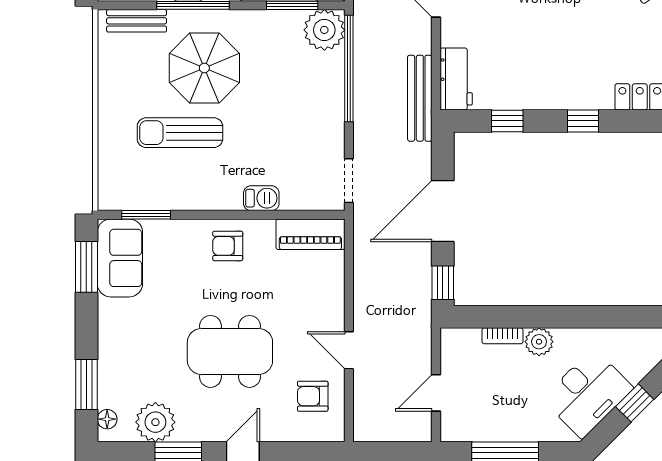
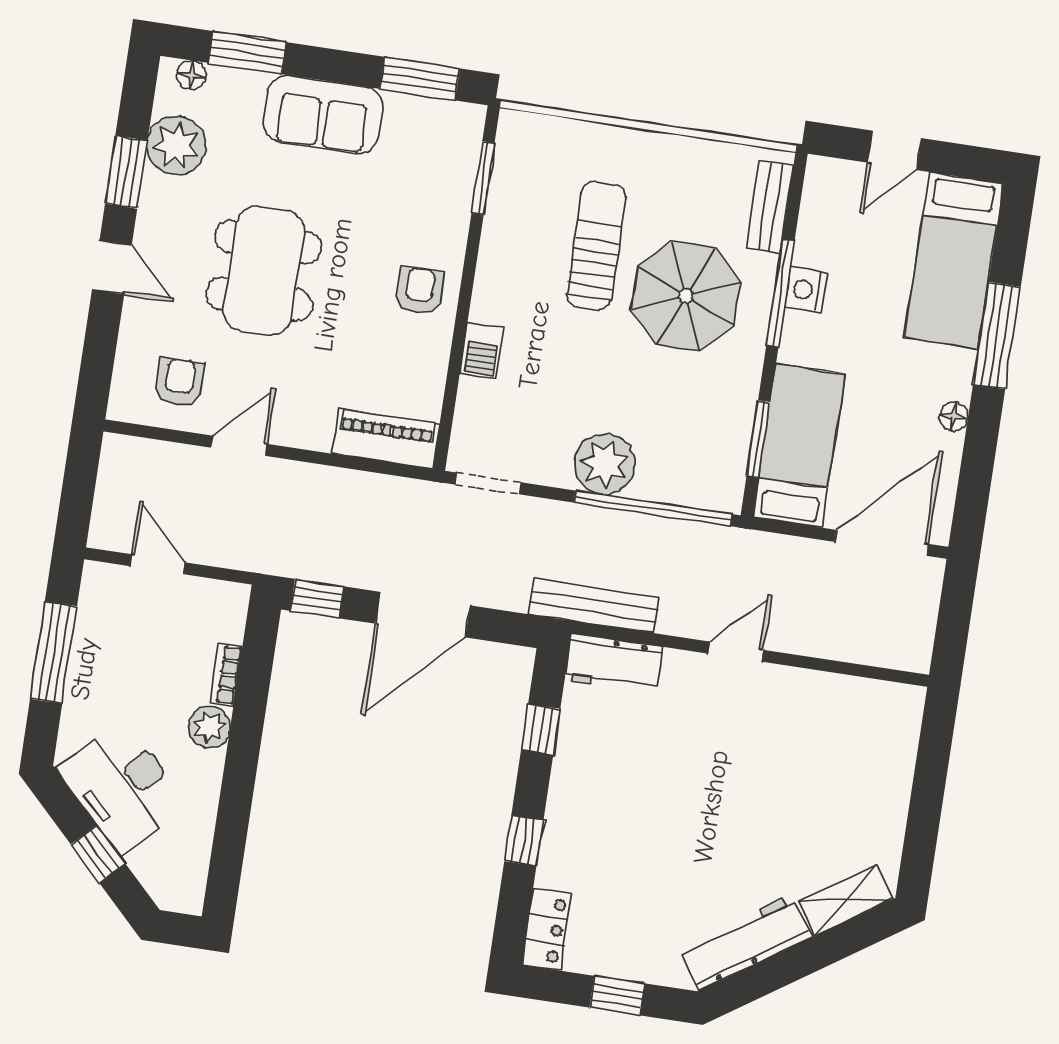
plant: (324, 30) -> (605, 464), moved
door: (443, 211) -> (423, 615), swing flipped
piano: (310, 234) -> (386, 439), moved, turned 90
sofa: (120, 258) -> (323, 114), moved

